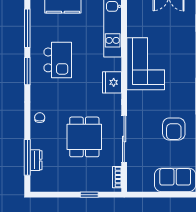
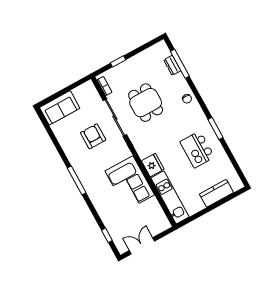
window: (27, 28) -> (233, 161), removed
fridge: (112, 82) -> (153, 165), moved
armchair: (174, 129) -> (93, 136), moved

